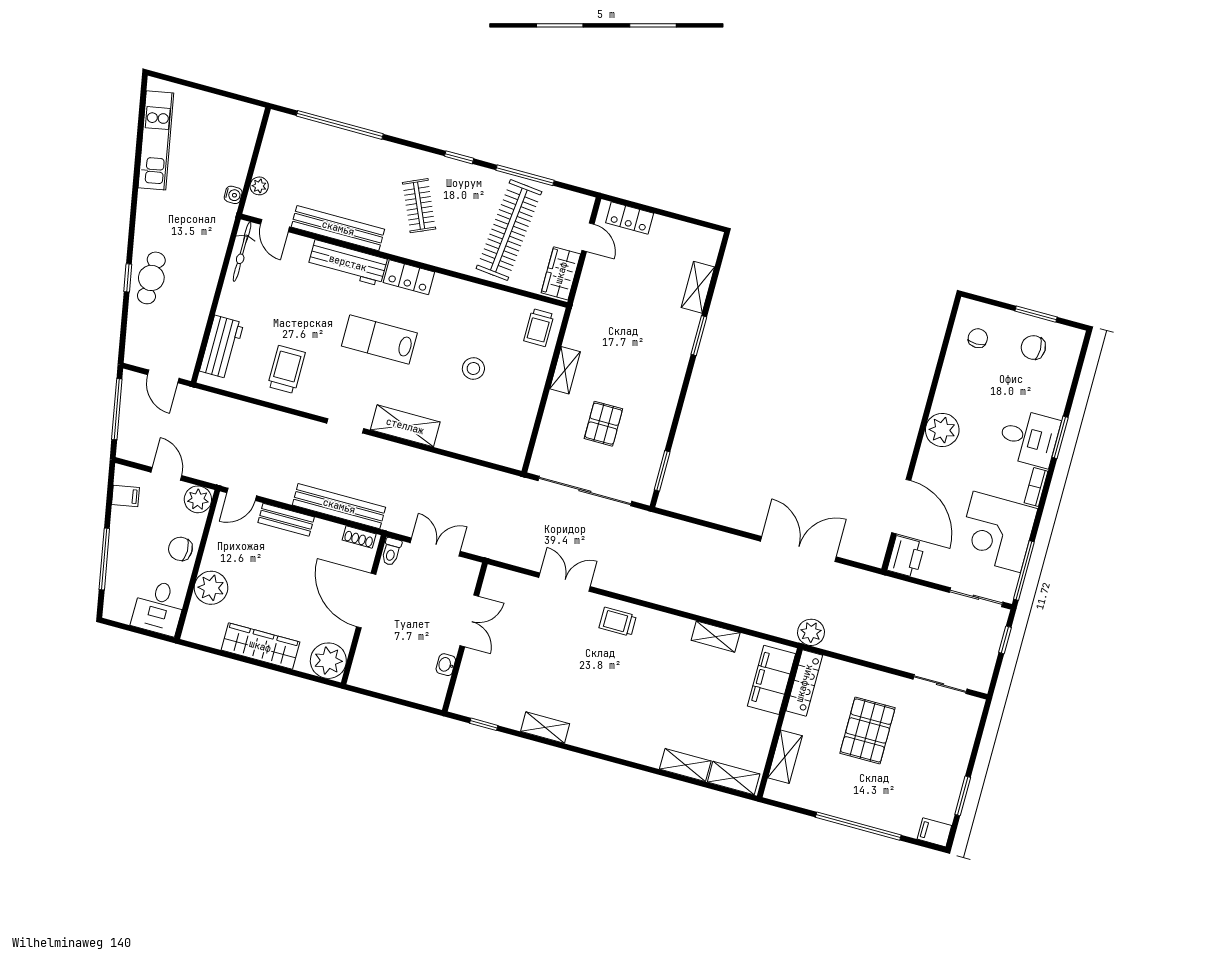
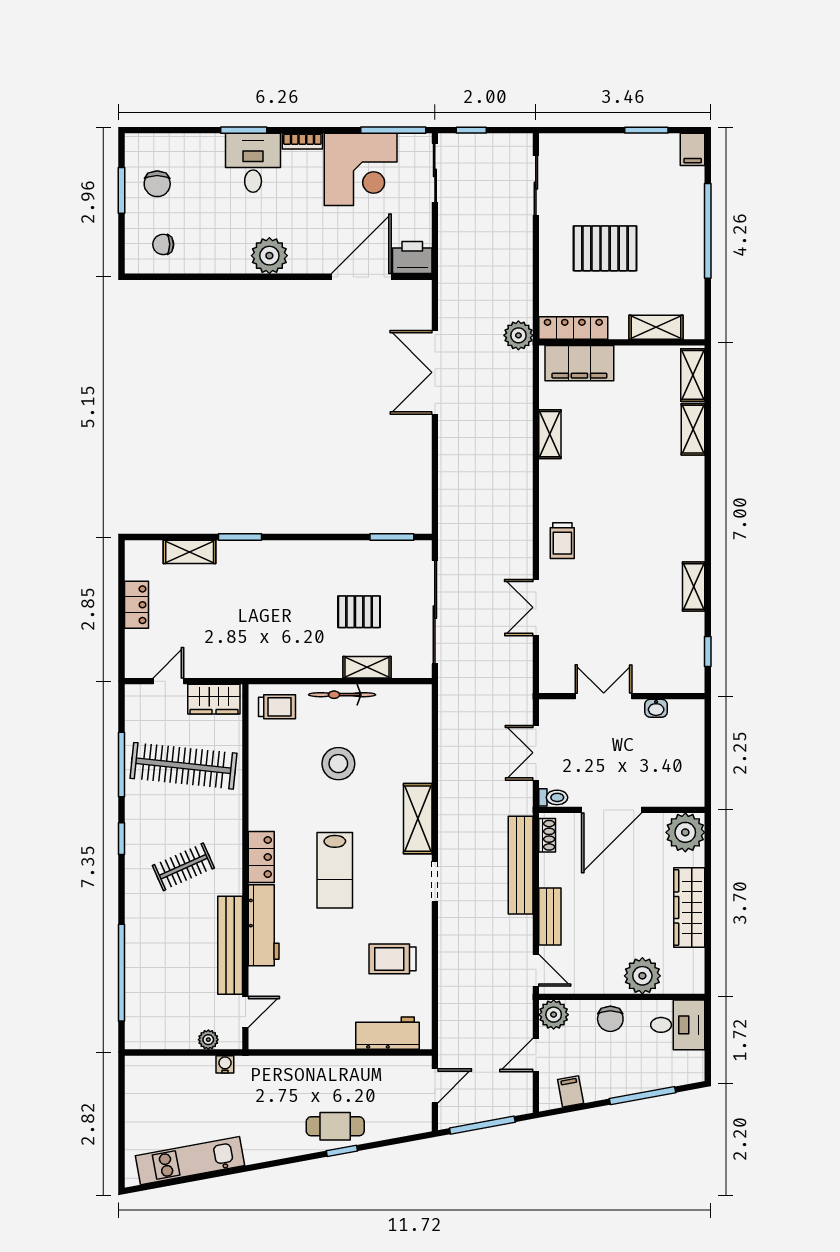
locker: (630, 218) -> (137, 605), moved
bicycle: (242, 252) -> (342, 695), moved, turned 180
stool: (473, 369) -> (338, 764), width x1.38, depth x1.38
shelving: (565, 370) -> (367, 667), moved

